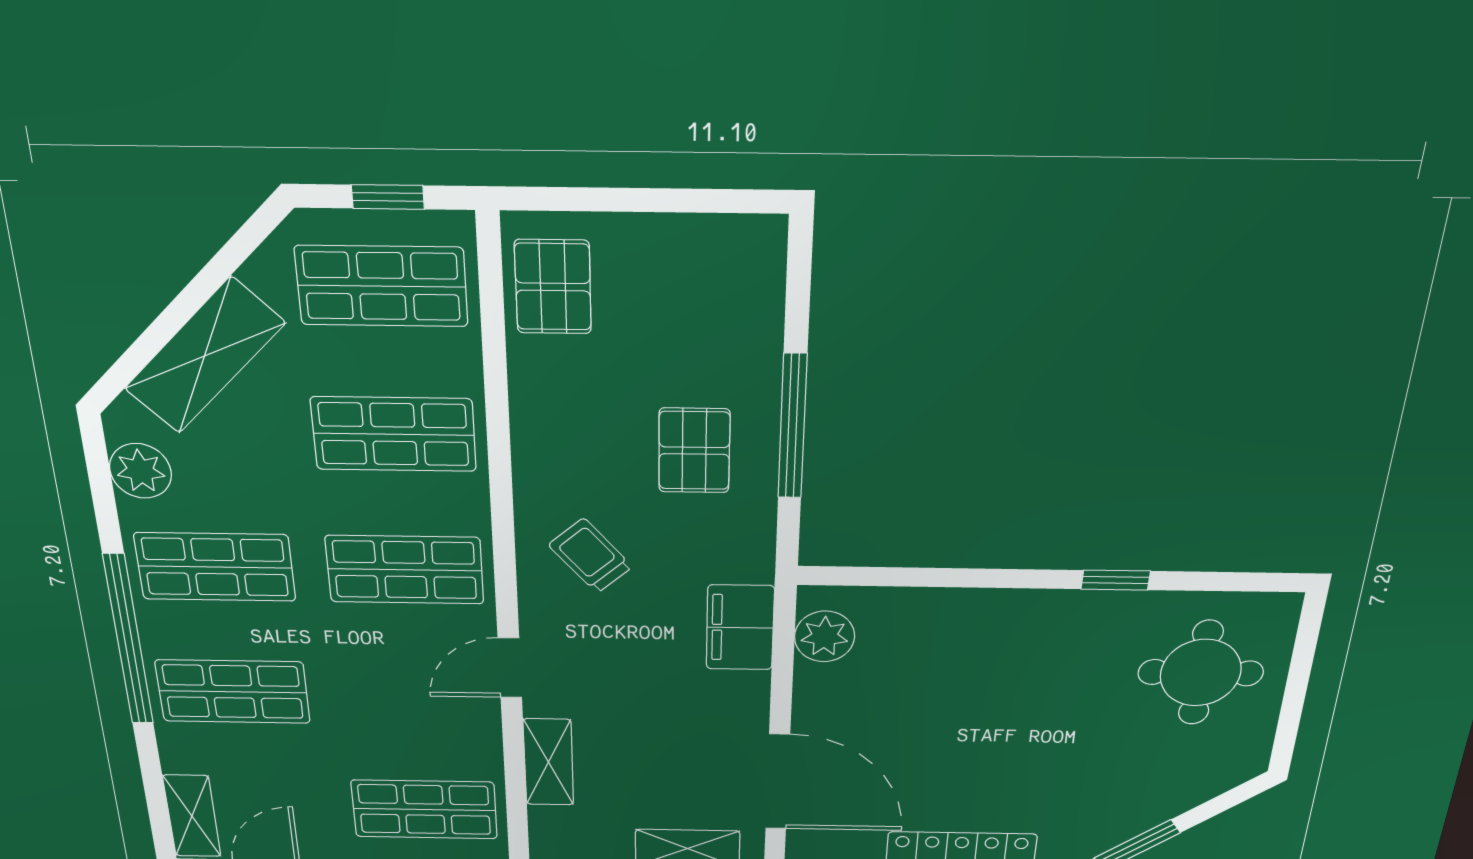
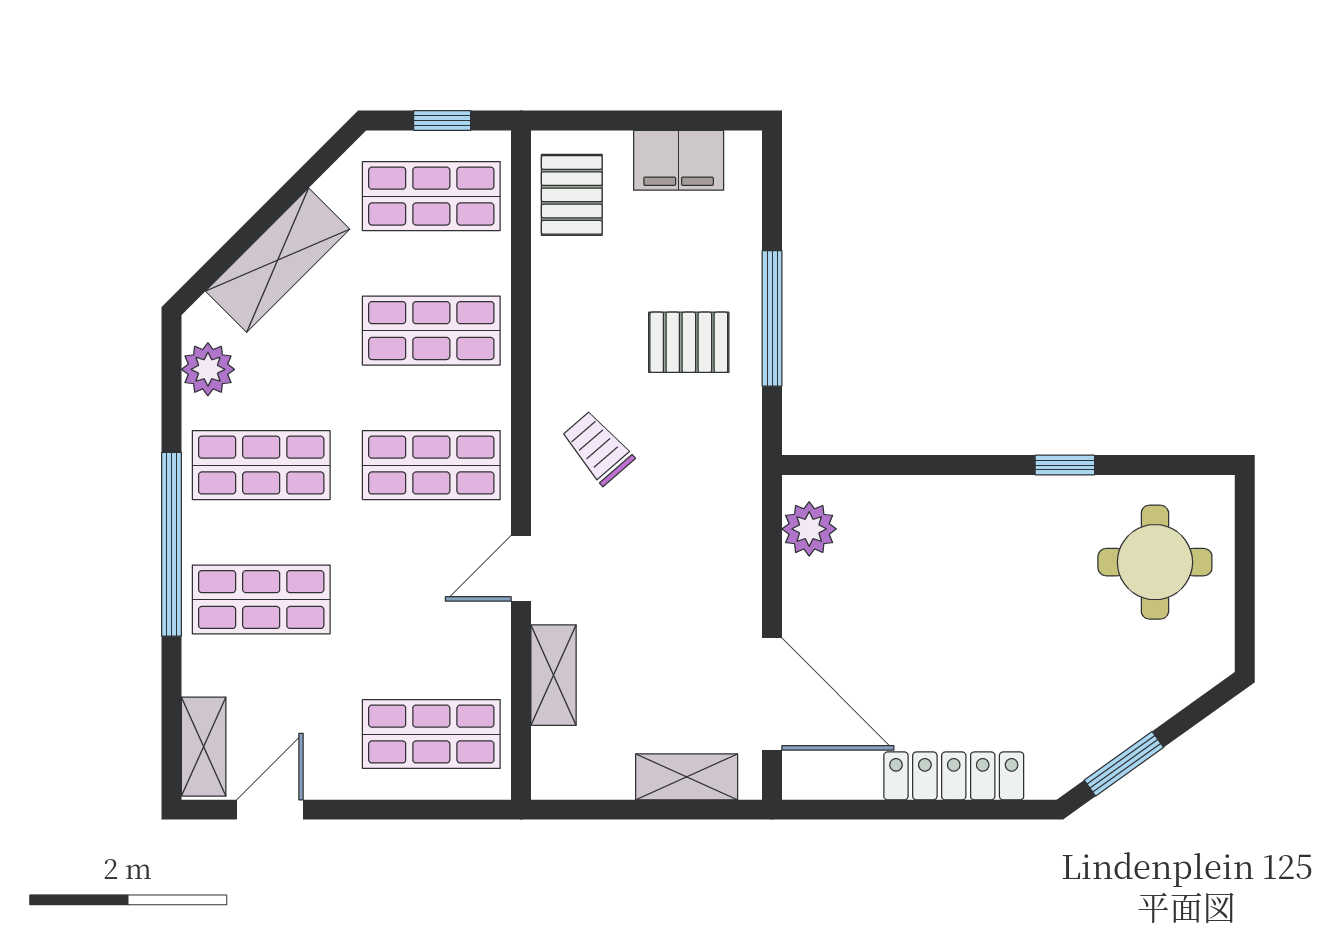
pallet: (694, 451) -> (689, 342), turned 90
filing cabinet: (740, 628) -> (679, 160), moved, turned -90

